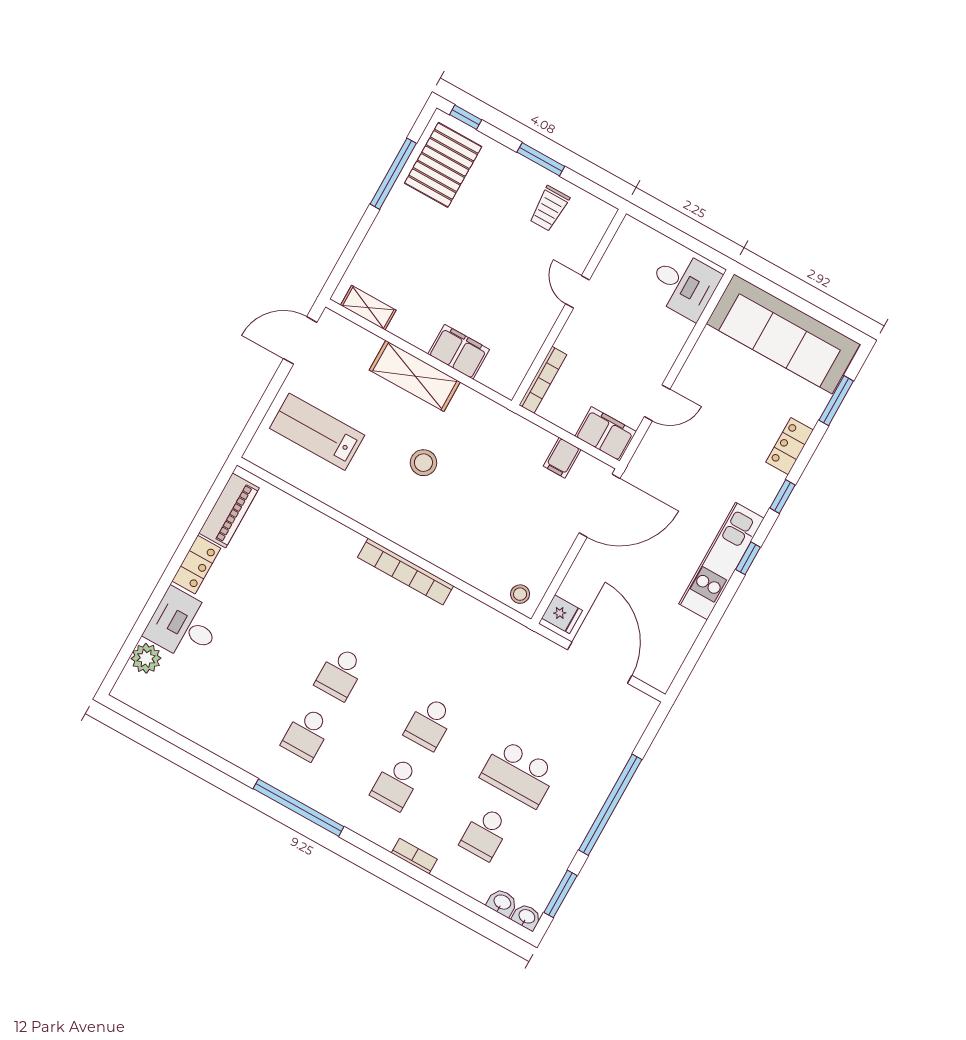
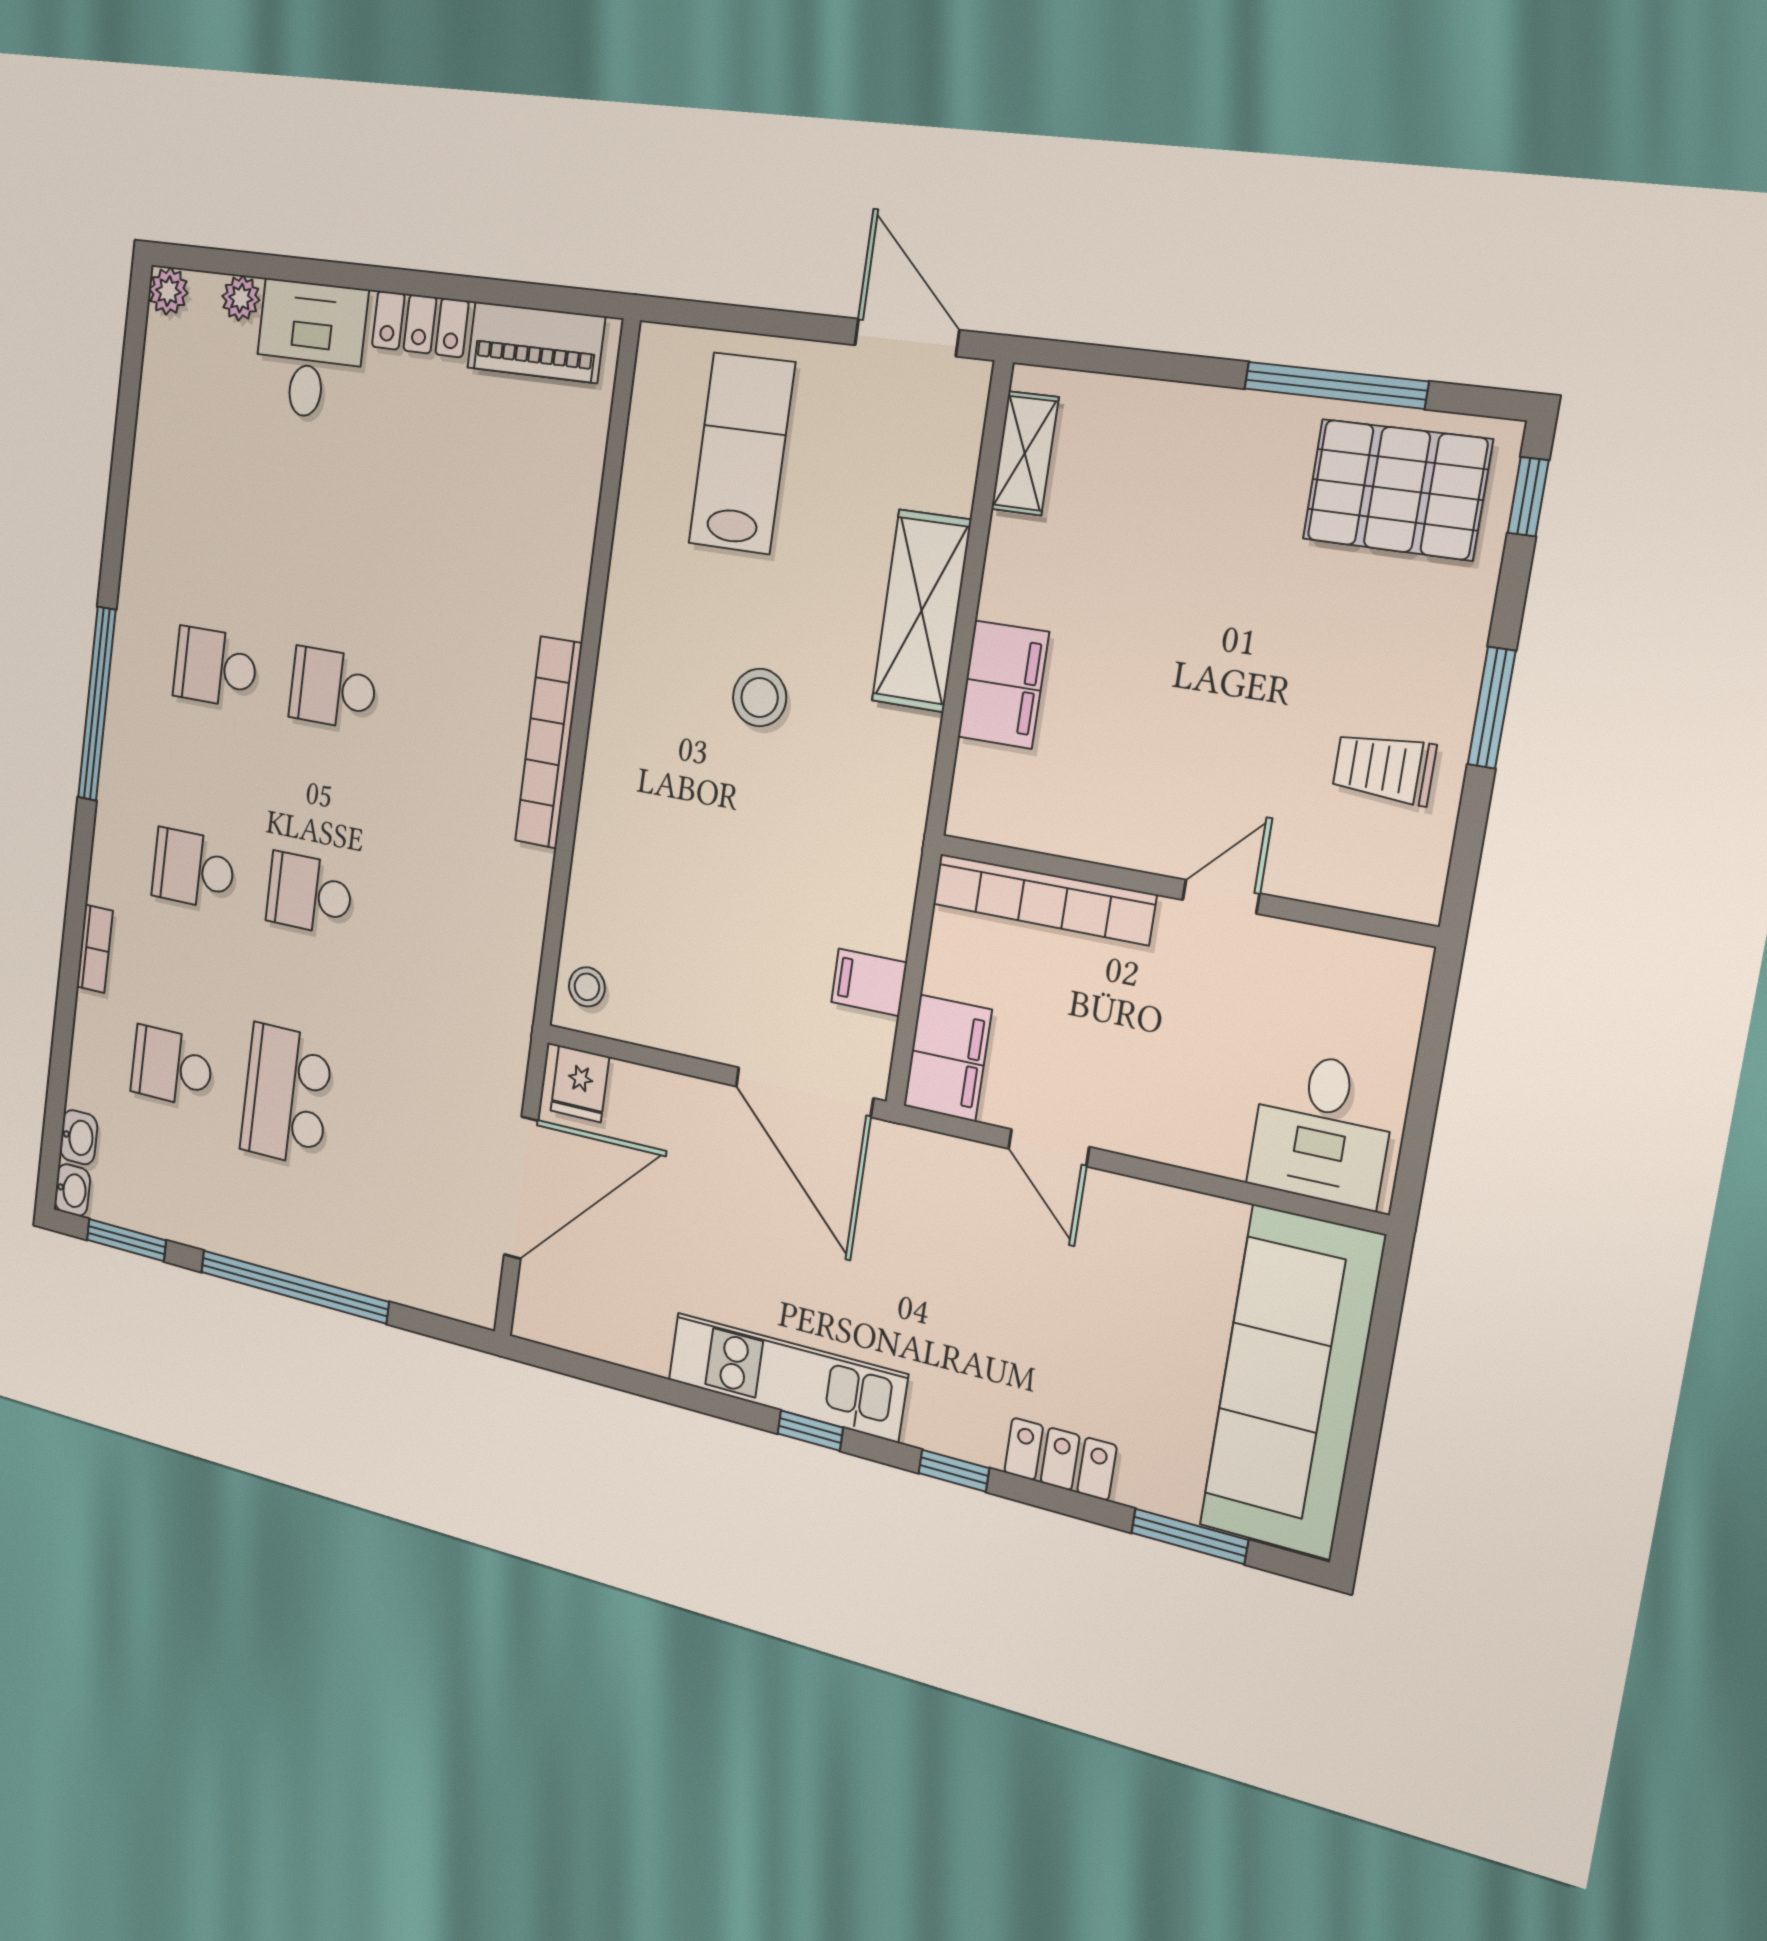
bookcase: (543, 380) -> (1043, 899), width x1.48, depth x1.31
plant: (146, 658) -> (241, 298), width x0.73, depth x0.73
plant: (124, 690) -> (168, 291), added

